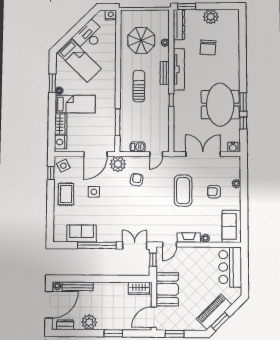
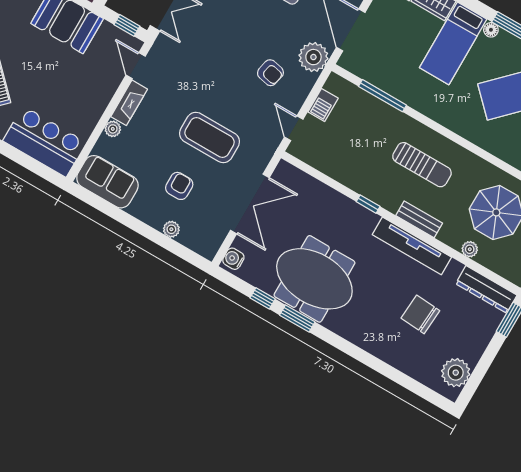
plant: (211, 17) -> (456, 373), moved

